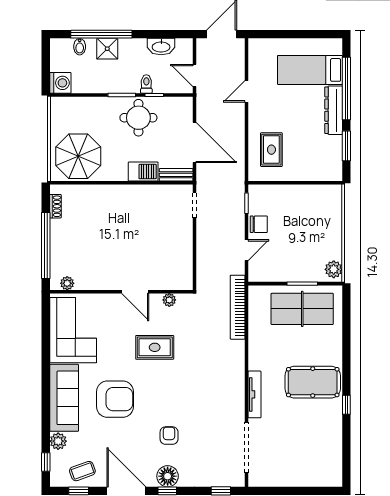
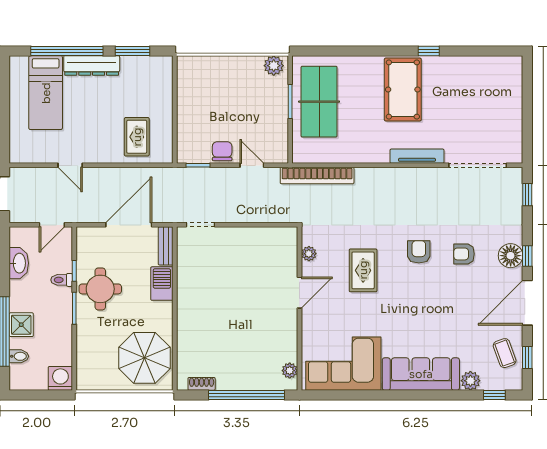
rug: (271, 150) -> (137, 137), turned 90
armchair: (115, 399) -> (419, 252), moved, width x0.53, depth x0.53

